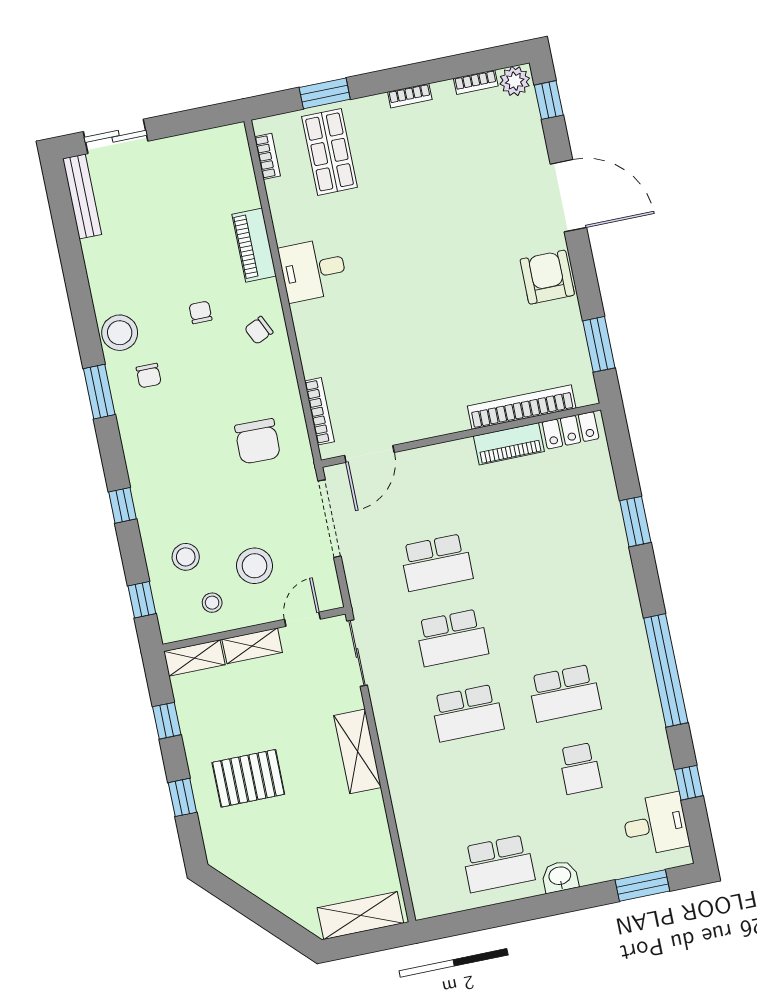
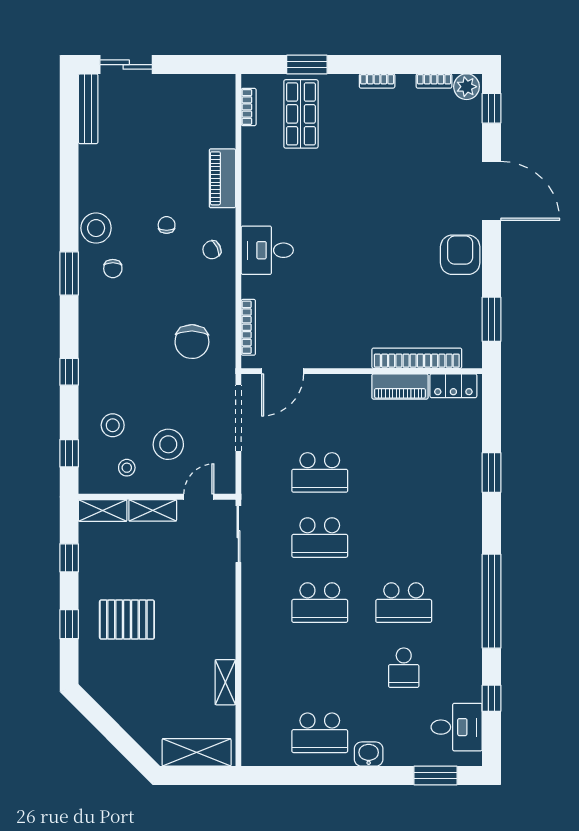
desk: (313, 270) -> (267, 250), moved
shelving: (357, 751) -> (225, 682), moved, width x0.67, depth x0.75

